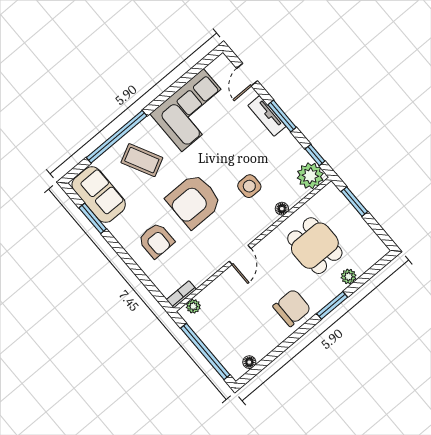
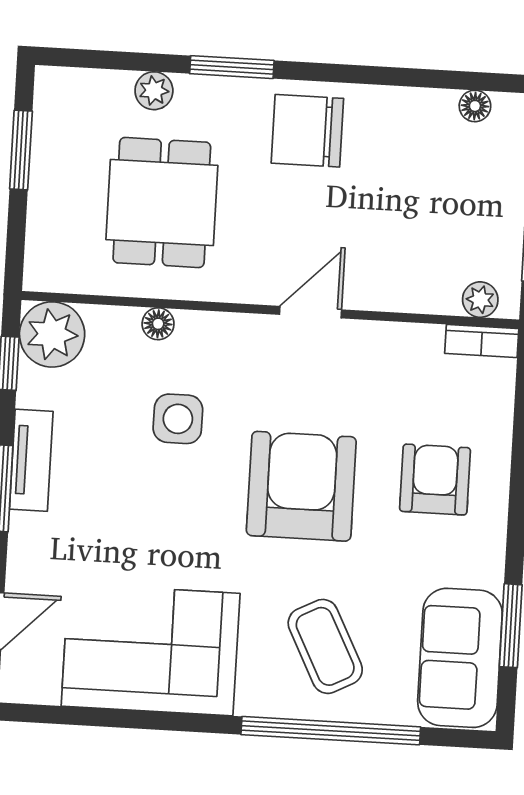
tv unit: (267, 116) -> (31, 460), moved
armchair: (194, 201) -> (301, 486), turned -90
window: (354, 202) -> (21, 150), moved

